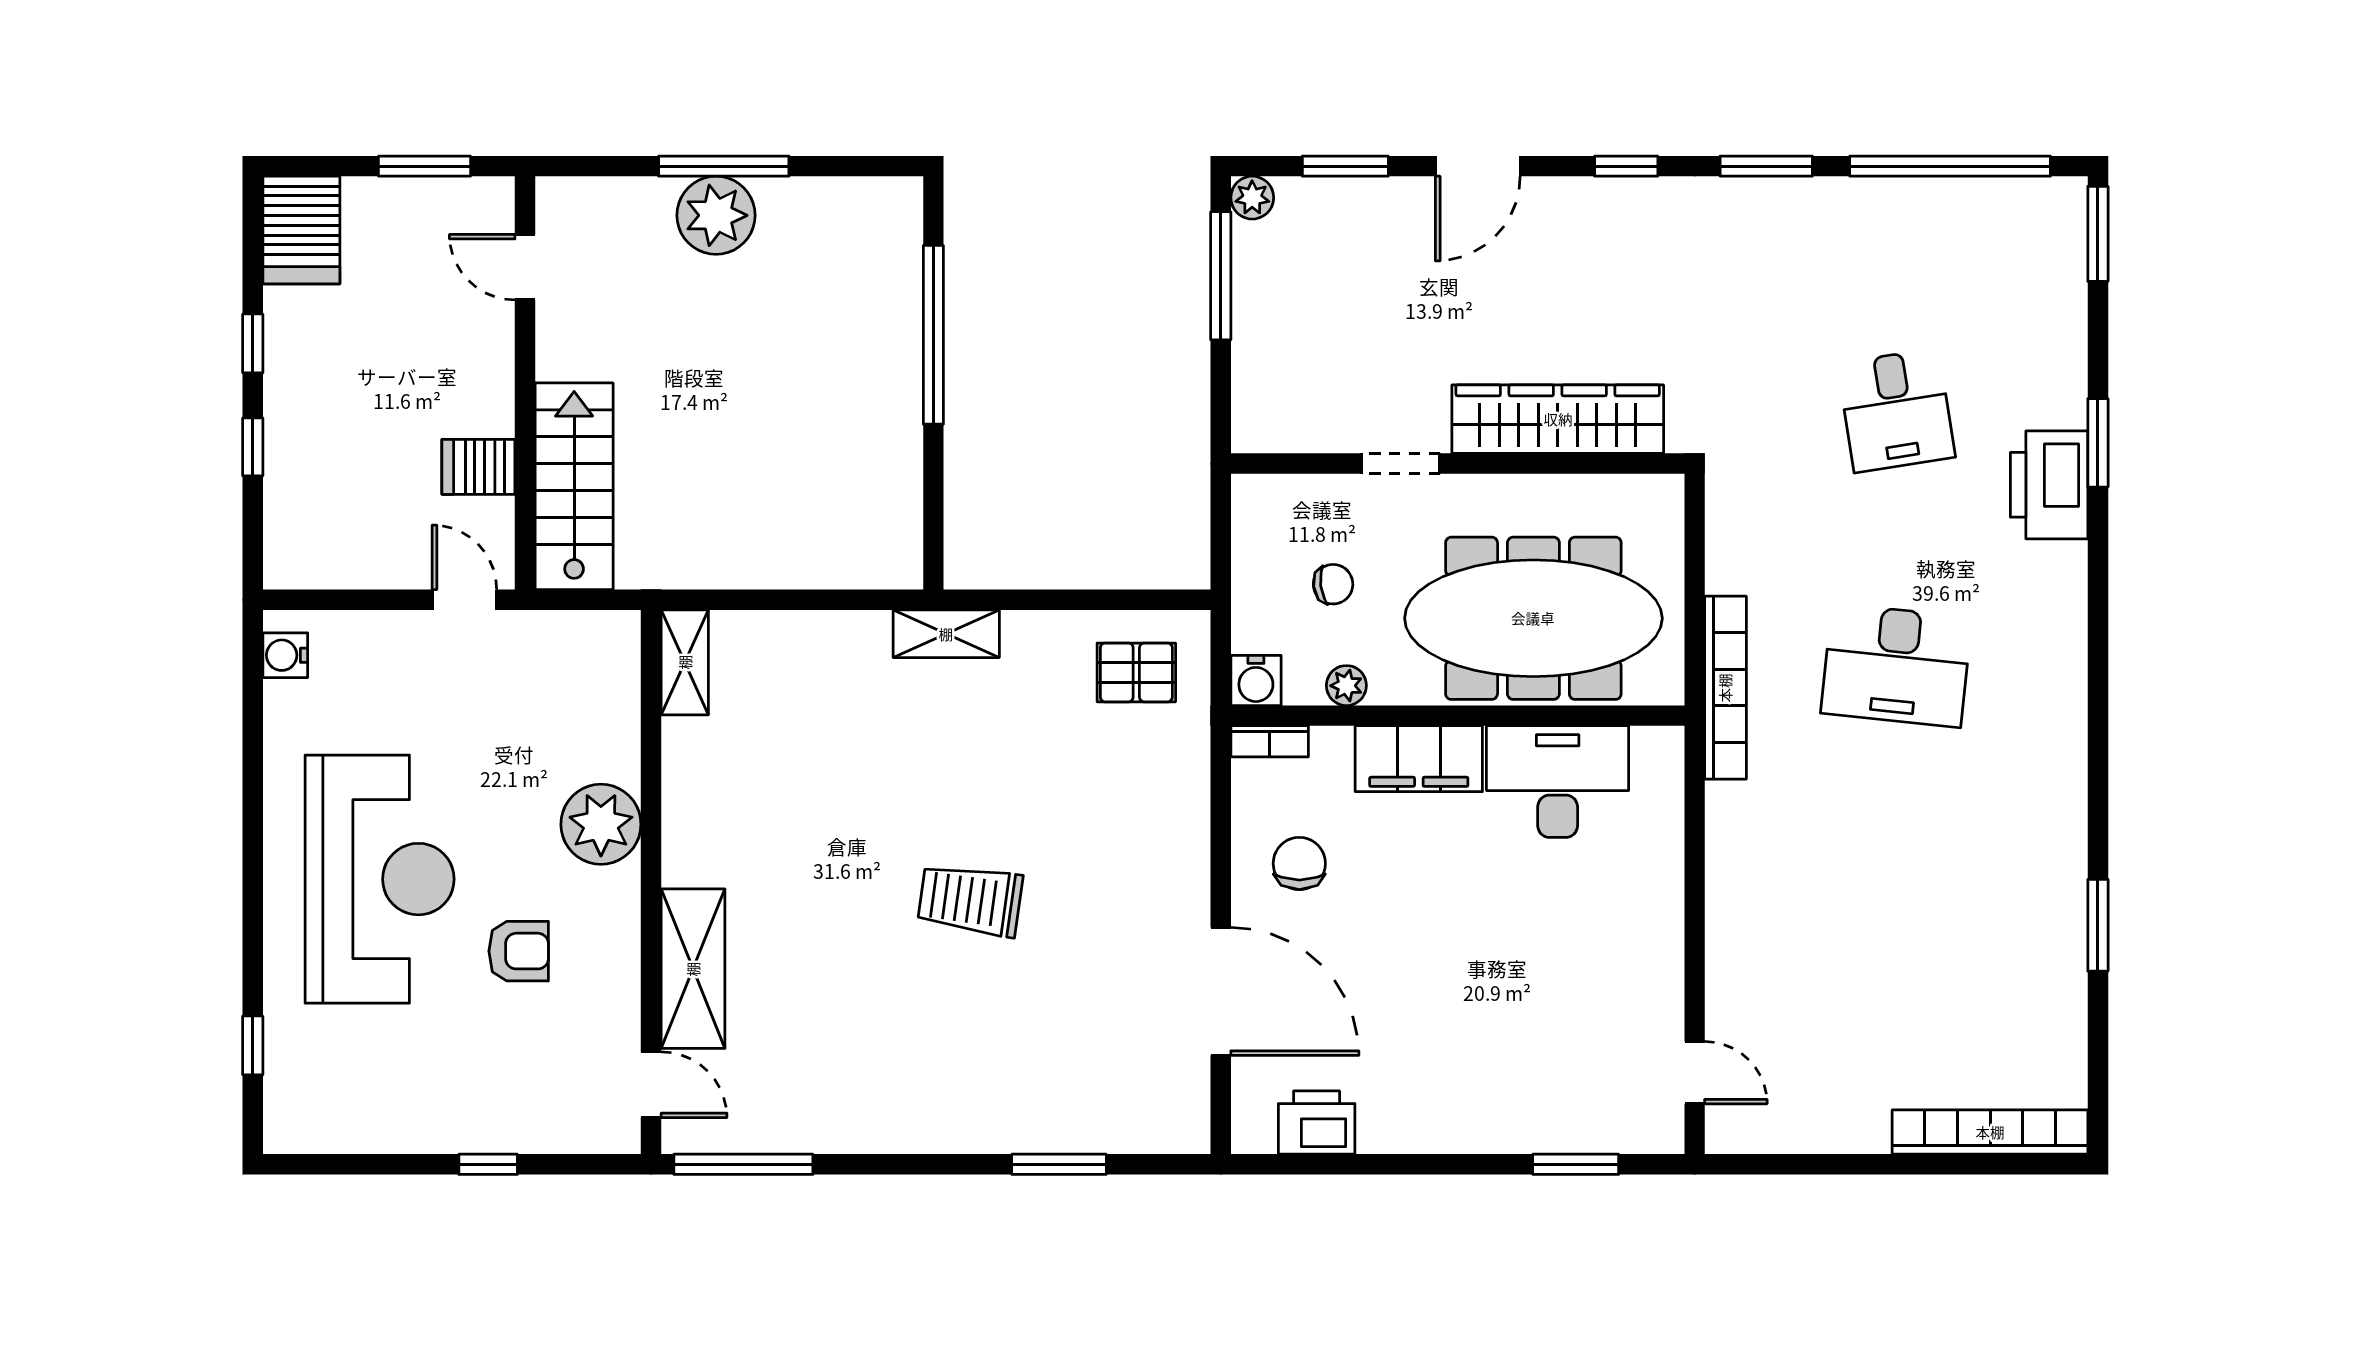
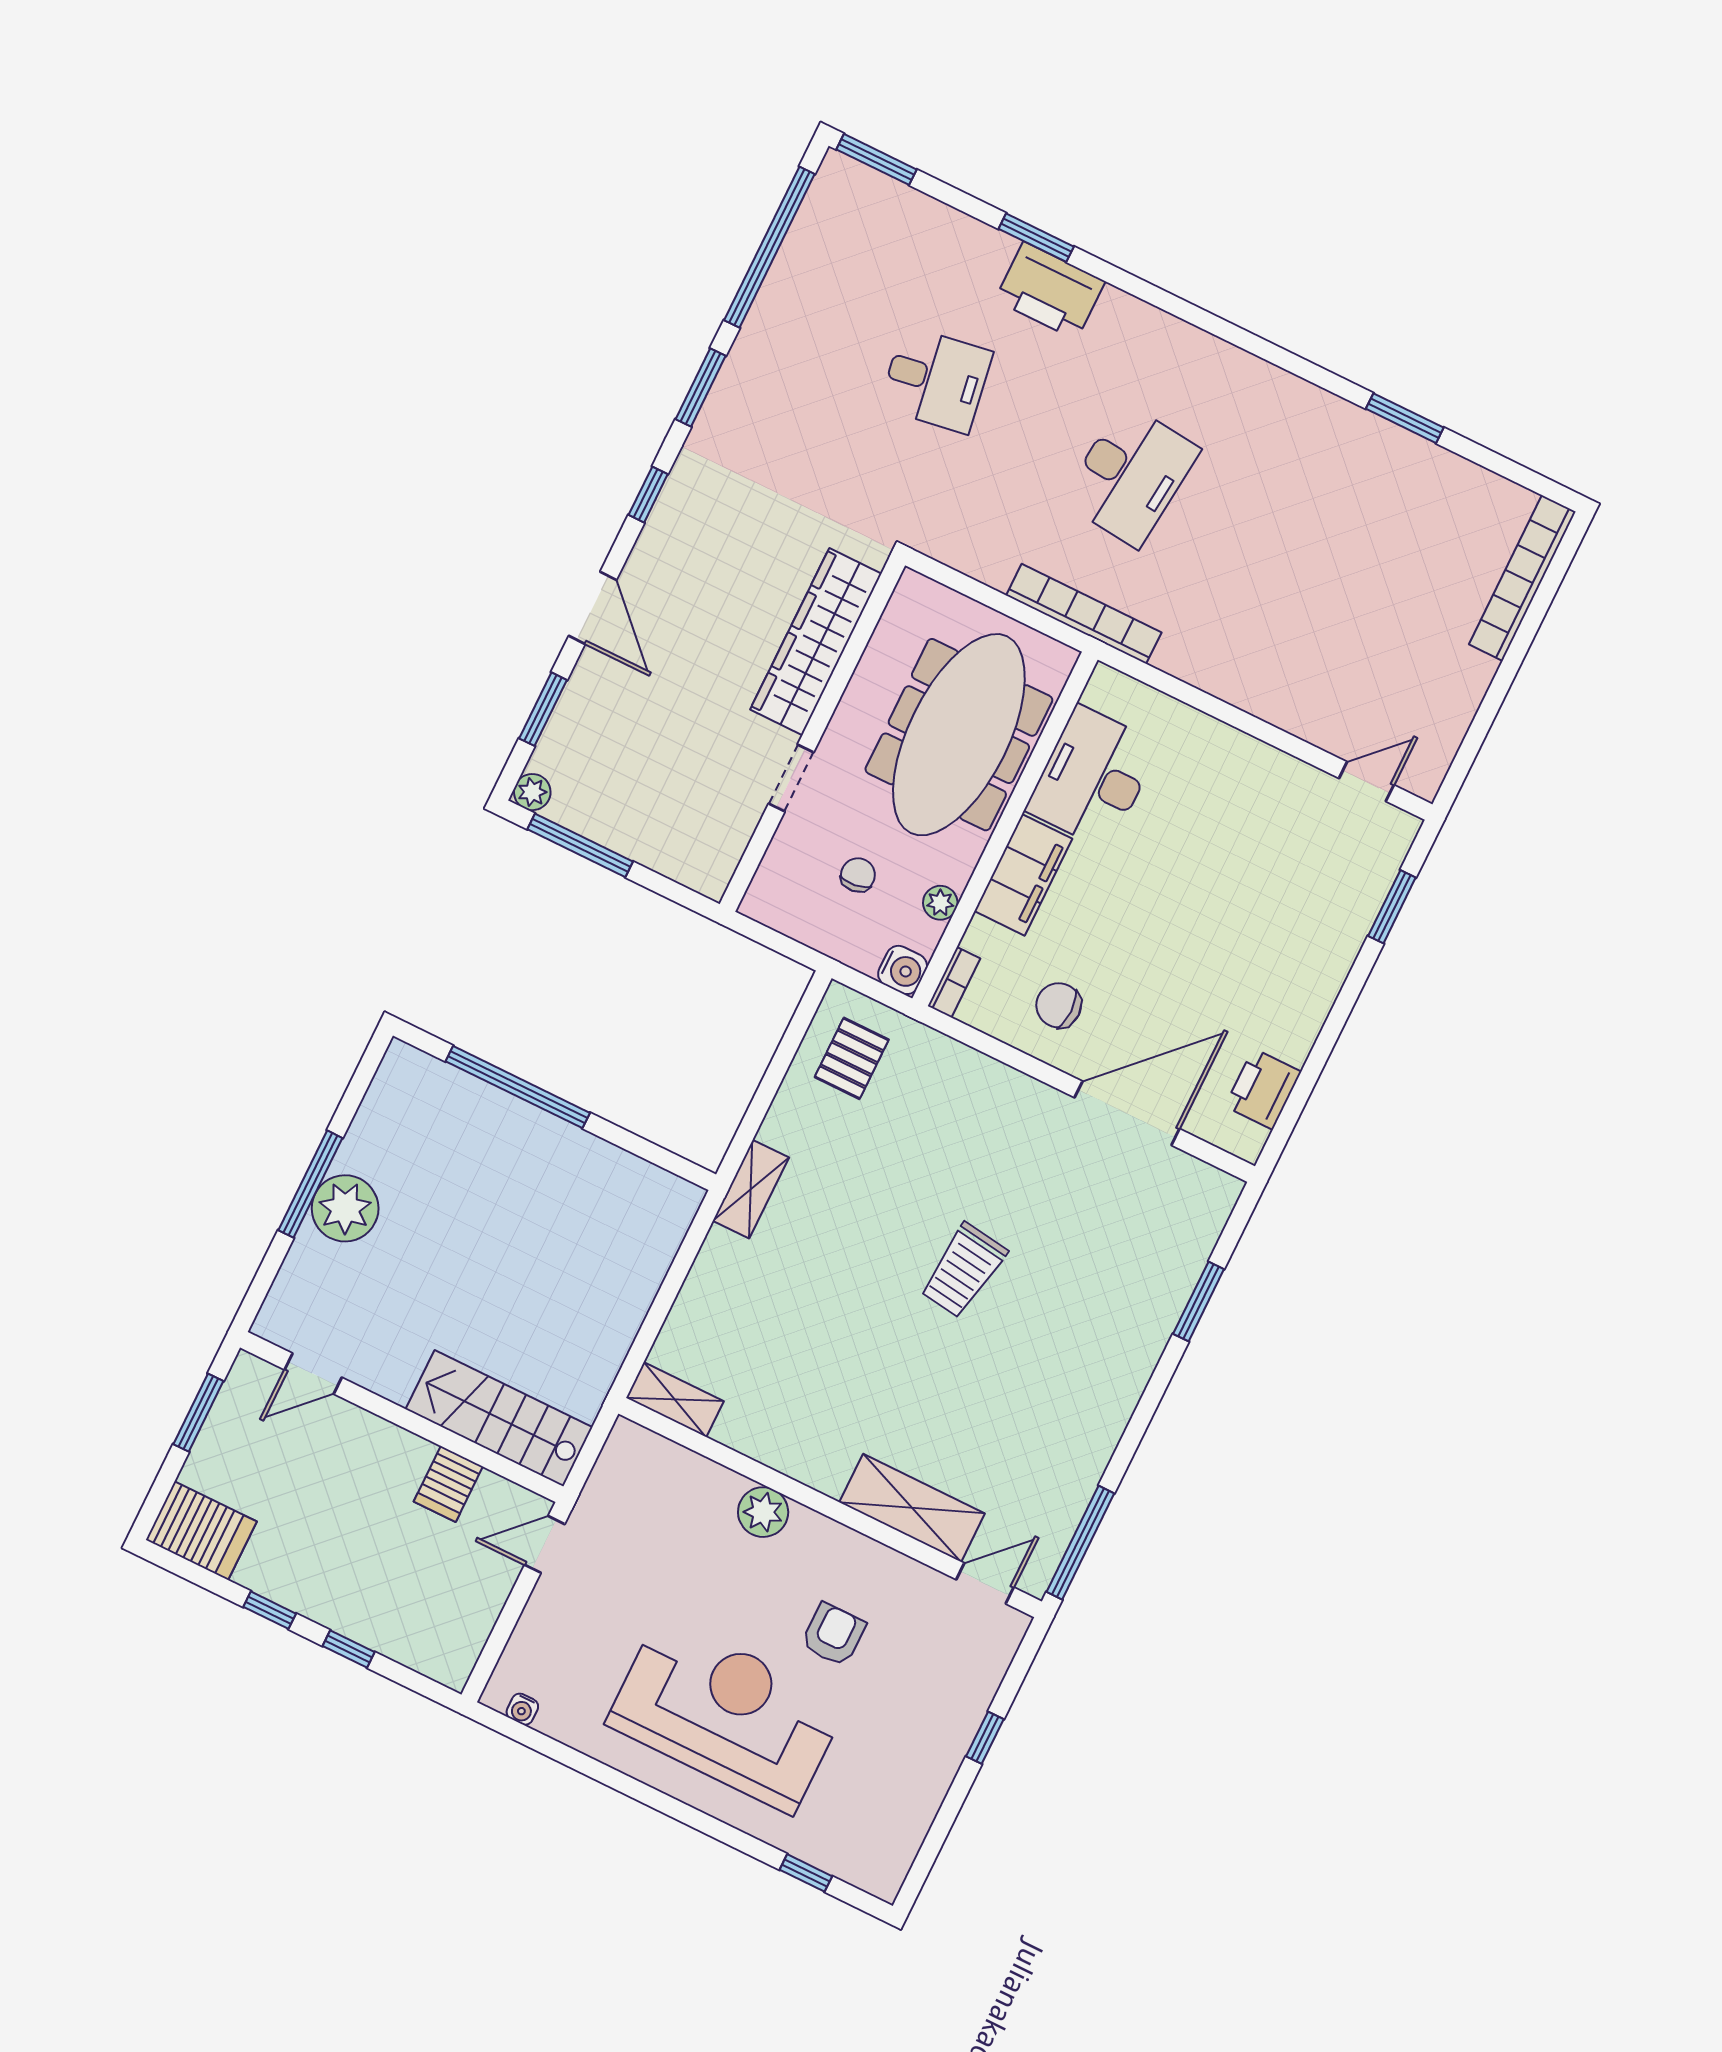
water cooler: (285, 655) -> (522, 1709), width x0.72, depth x0.72
plant: (601, 824) -> (763, 1512), width x0.73, depth x0.73

